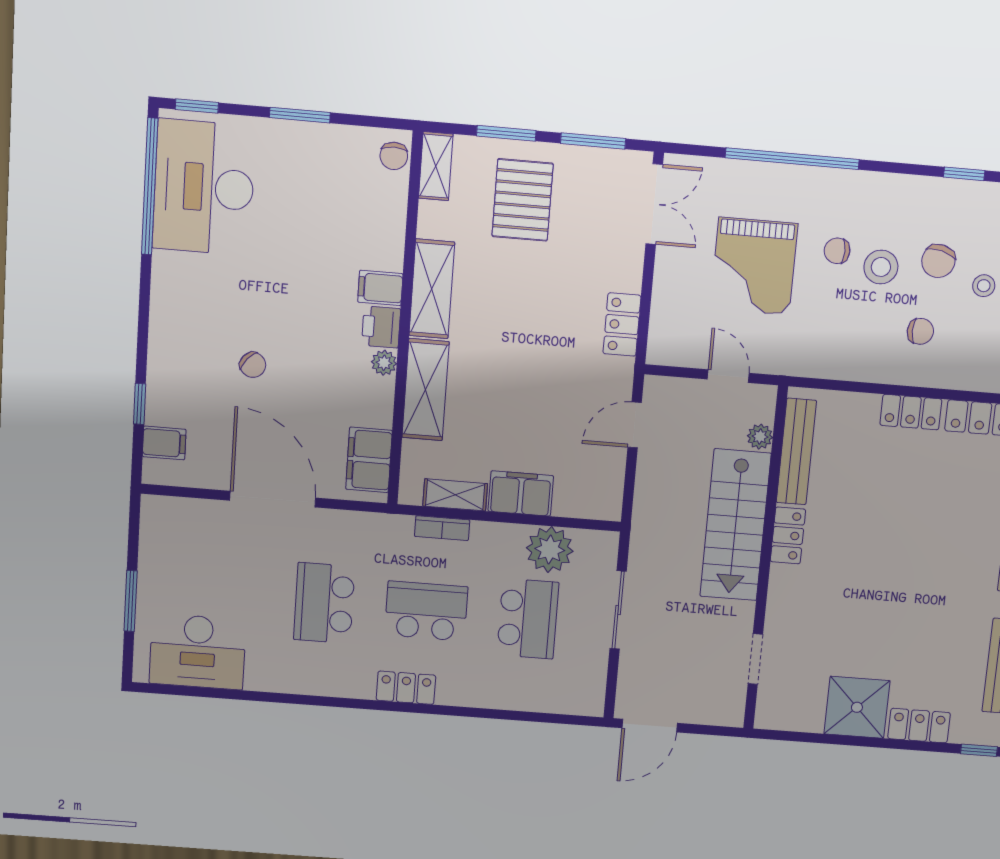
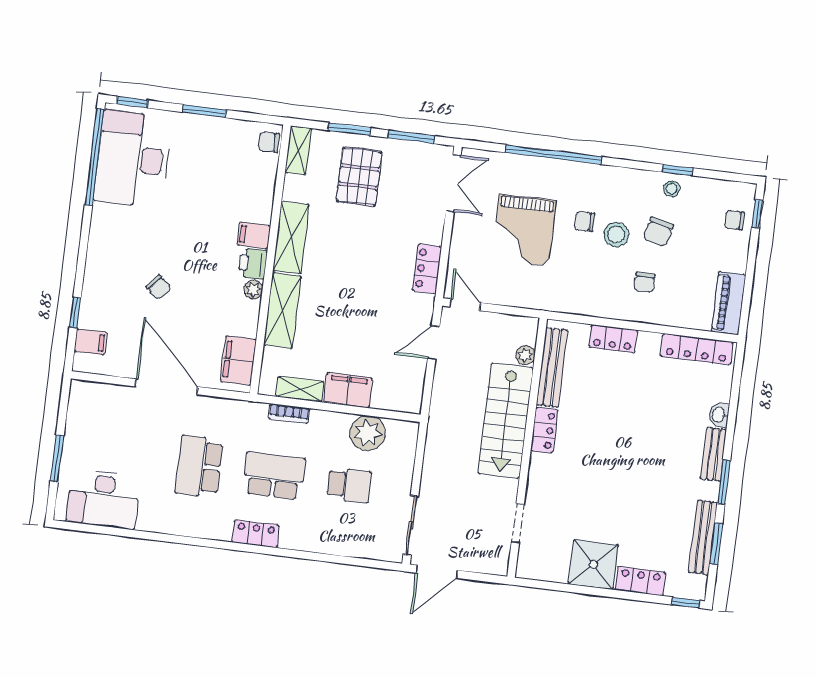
chair: (394, 156) -> (269, 142), turned 90
stool: (984, 286) -> (672, 189), moved
chair: (920, 331) -> (645, 282), turned 90
door: (728, 376) -> (465, 305), moved
locker: (911, 412) -> (613, 339), moved
sliding door: (618, 610) -> (411, 525), moved
school desk: (528, 619) -> (349, 485), width x0.54

